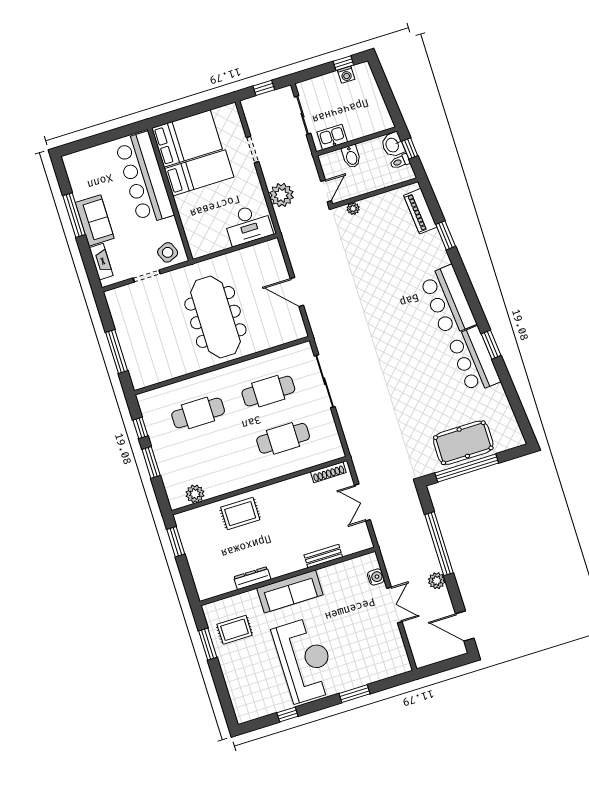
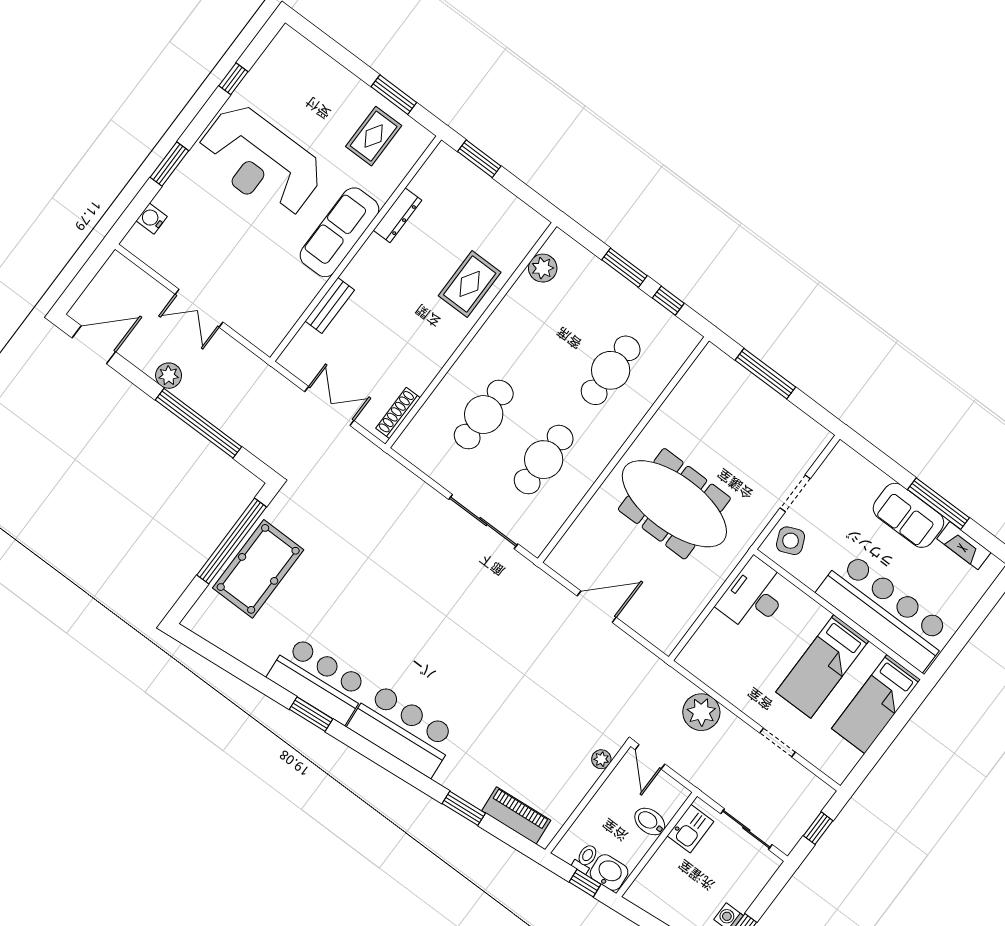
bed: (187, 139) -> (876, 704), width x0.67
desk: (248, 225) -> (754, 596), moved
fireplace: (101, 262) -> (964, 546), moved
window: (176, 542) -> (479, 159), moved
water cooler: (376, 577) -> (152, 219), moved, turned 90

